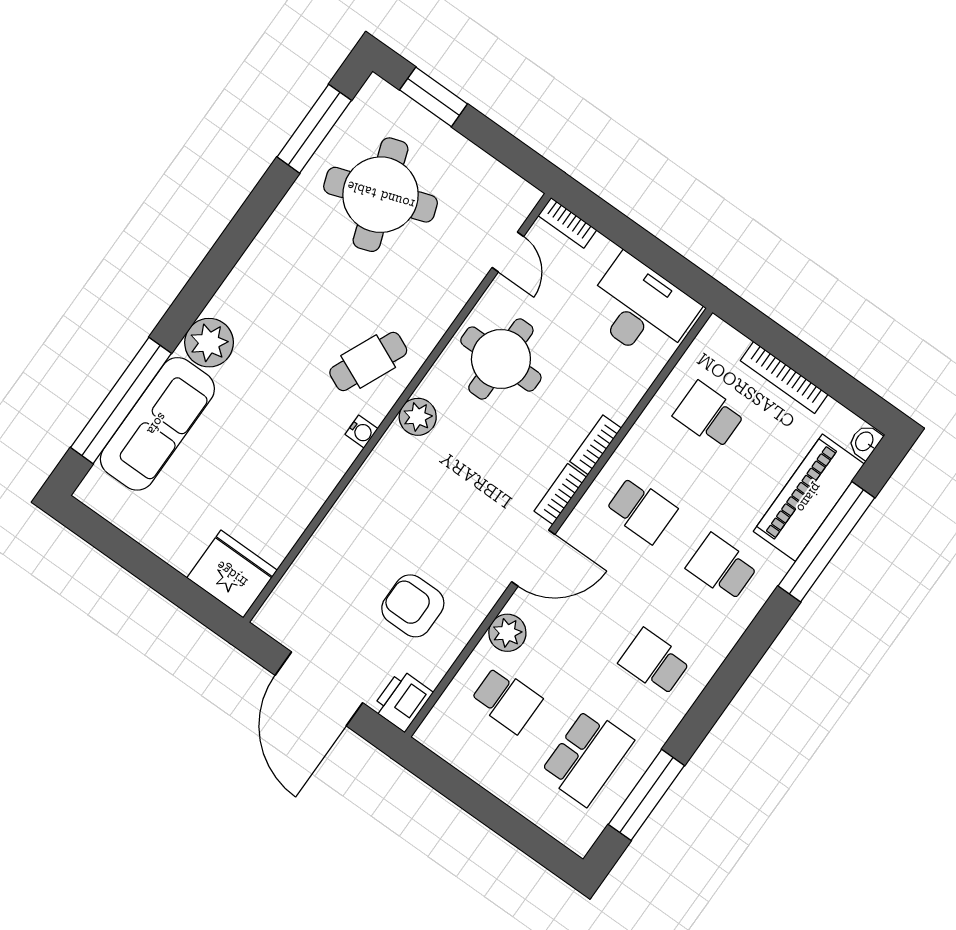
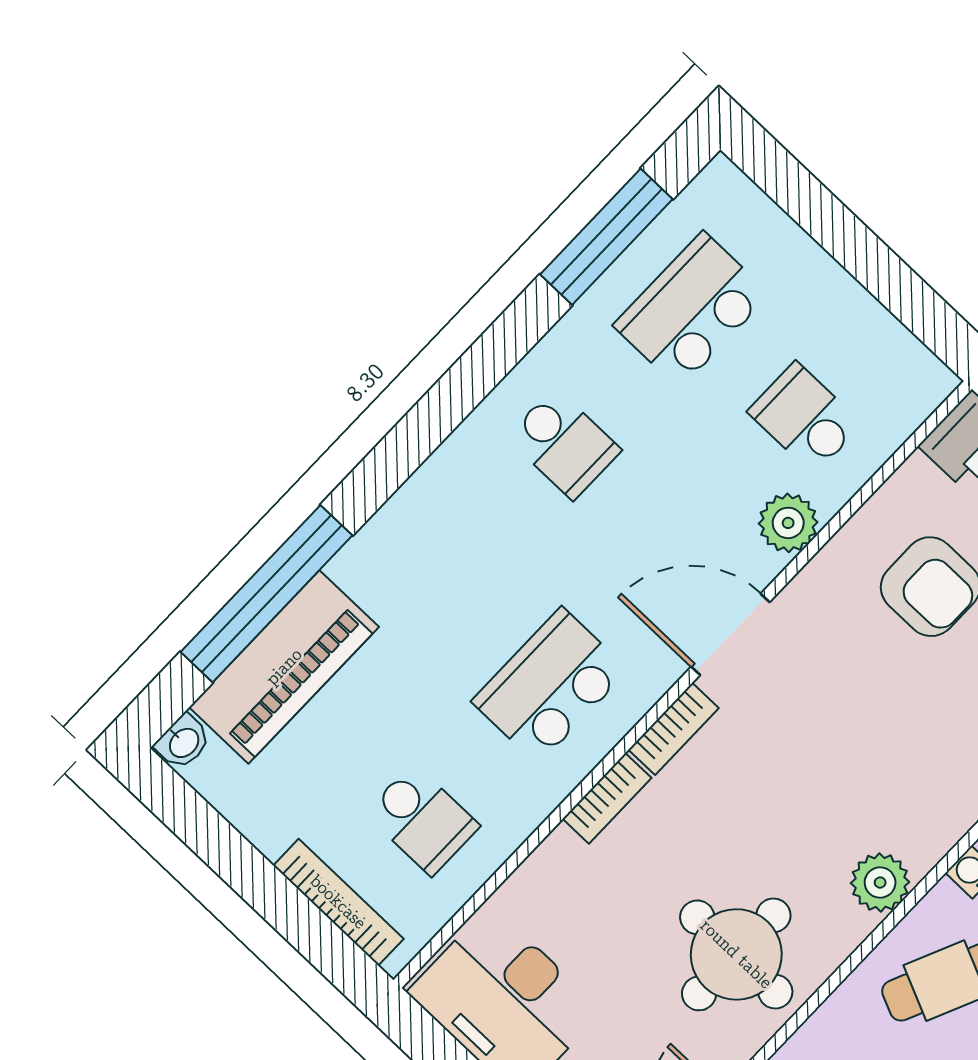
bookcase: (784, 377) -> (338, 902), moved
school desk: (641, 510) -> (550, 686), width x1.85
school desk: (722, 567) -> (436, 578), removed

